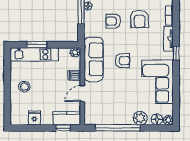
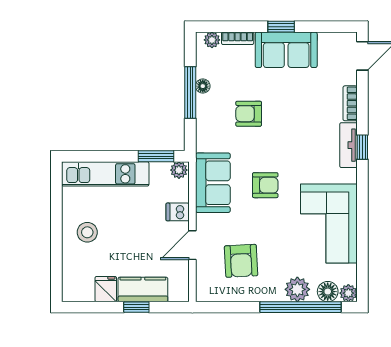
armchair: (140, 19) -> (241, 261), moved
window: (37, 45) -> (156, 156), moved
window: (176, 53) -> (362, 147), moved
sofa: (94, 59) -> (213, 183), width x0.73
kitchen counter: (67, 118) -> (143, 289), moved
window: (63, 128) -> (136, 307), moved
window: (118, 128) -> (300, 307), moved

